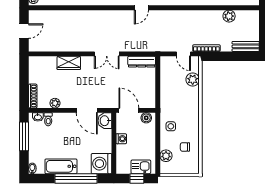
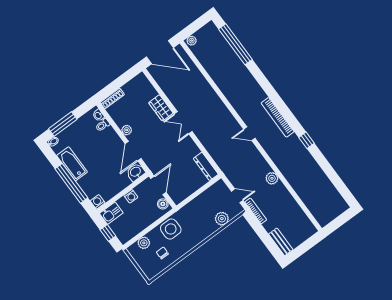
plant: (229, 16) -> (272, 178), moved
door: (24, 31) -> (160, 52), width x1.87
double door: (107, 54) -> (183, 123), moved
door: (183, 54) -> (237, 196), swing flipped
plant: (55, 103) -> (127, 130), moved
side table: (171, 126) -> (171, 229), width x1.87, depth x1.87
window: (24, 136) -> (63, 124), moved
washing machine: (101, 164) -> (98, 202), width x0.53, depth x0.53
kitchen sink: (141, 167) -> (111, 213), moved, turned 90

